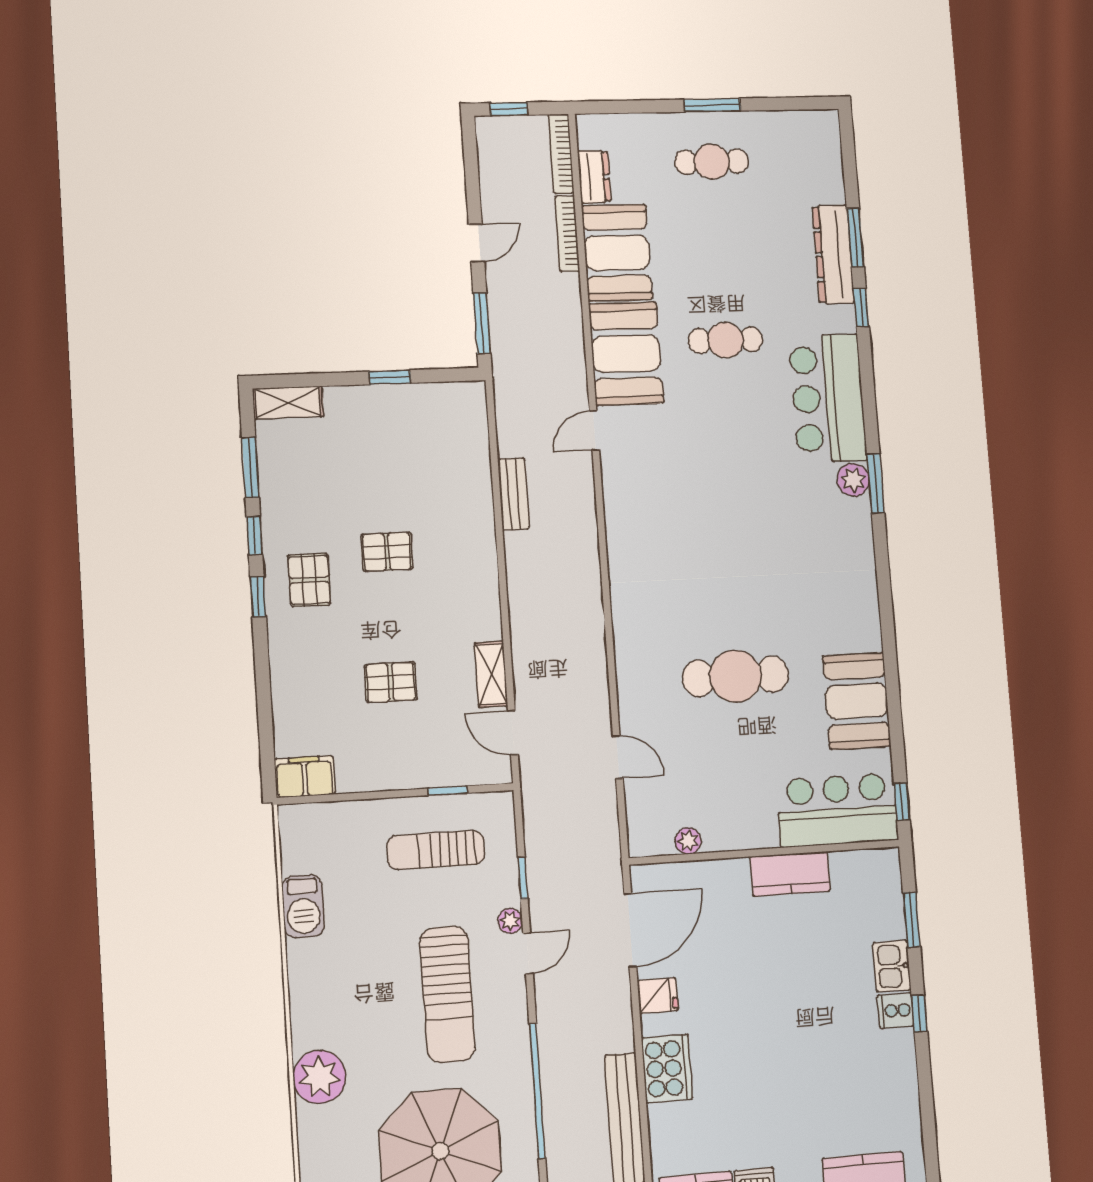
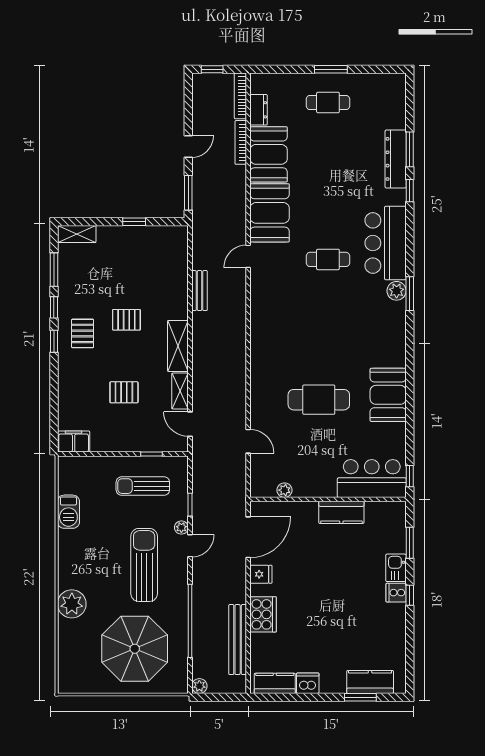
cafe table: (725, 340) -> (328, 259), moved
shelving: (482, 594) -> (178, 346), added
booth: (857, 701) -> (388, 395), moved
sun lounger: (447, 994) -> (144, 565), turned 180

